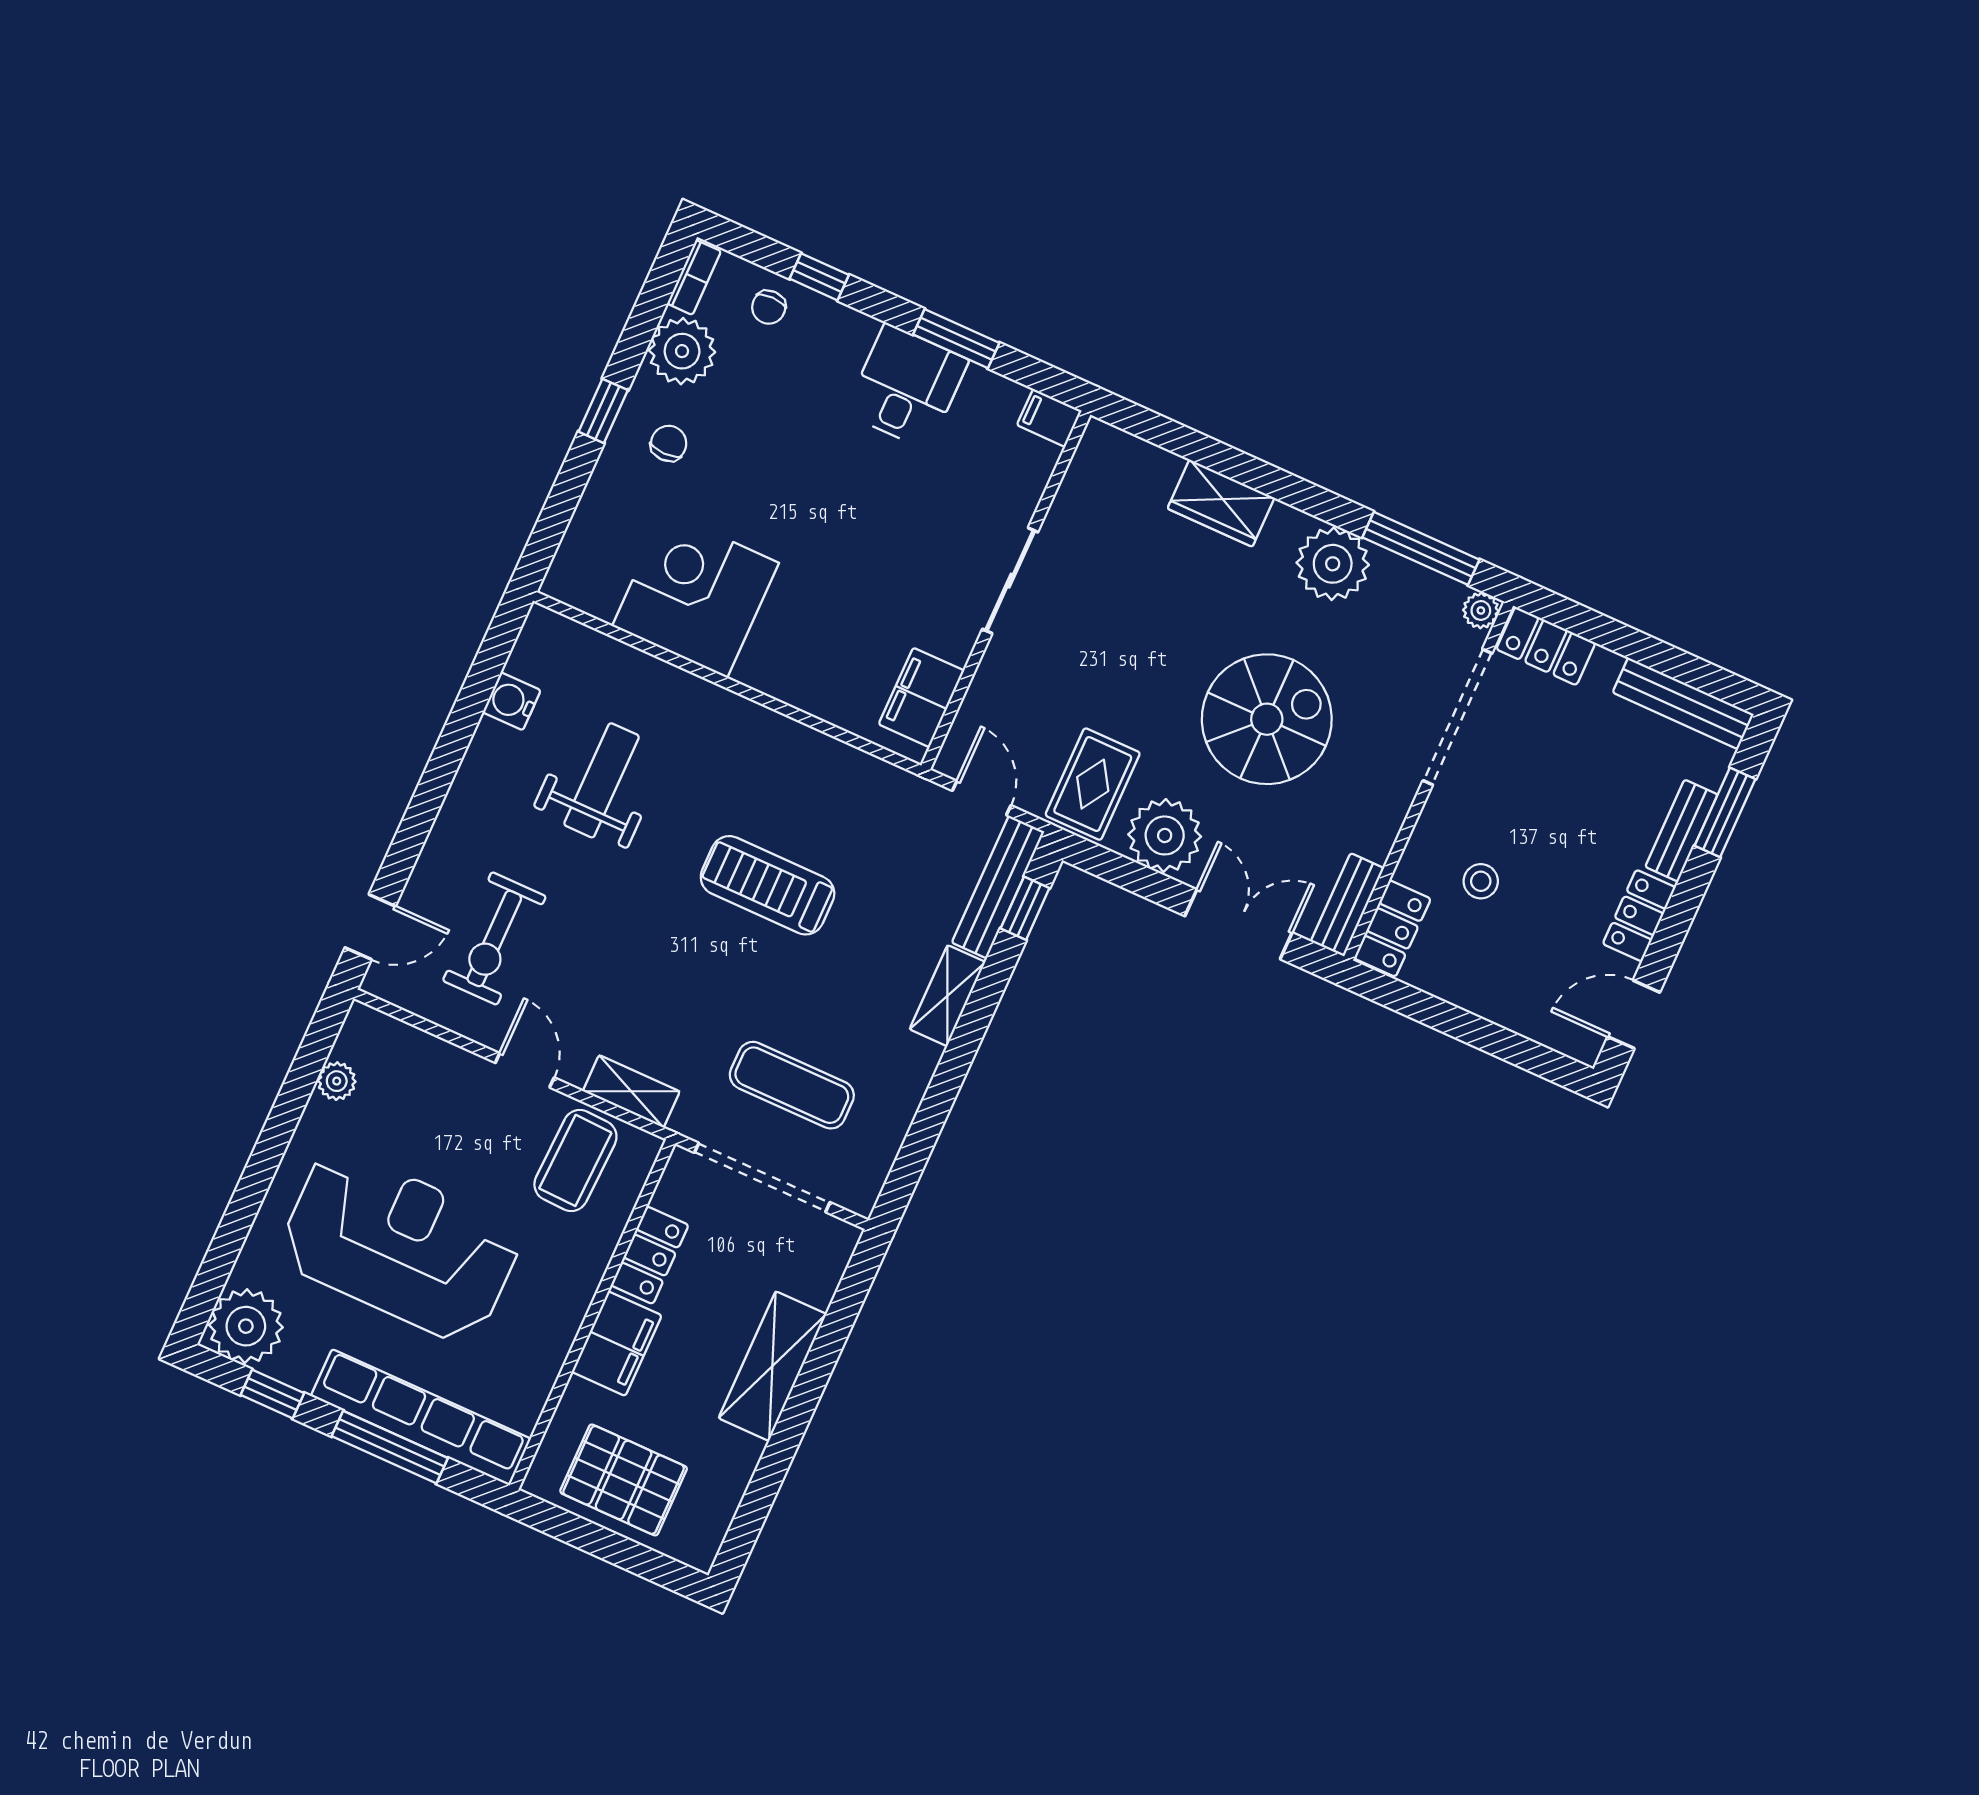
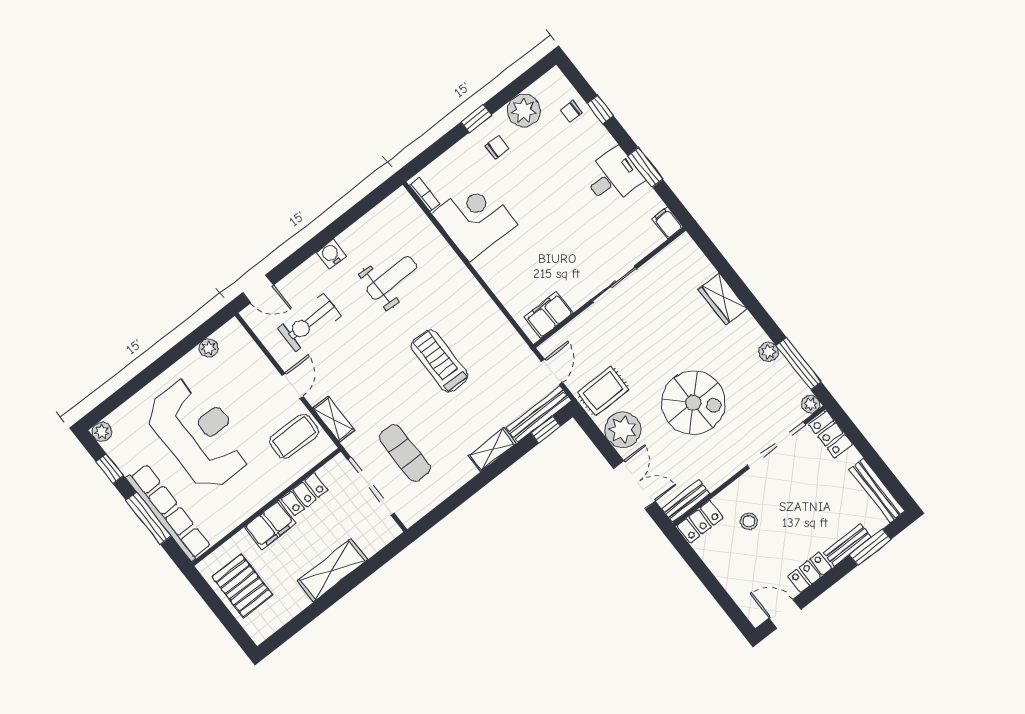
bookcase: (694, 277) -> (425, 194), moved, turned -90
plant: (1333, 564) -> (769, 352), width x0.53, depth x0.53
water cooler: (512, 701) -> (331, 254), moved
plant: (246, 1326) -> (102, 432), width x0.53, depth x0.53

